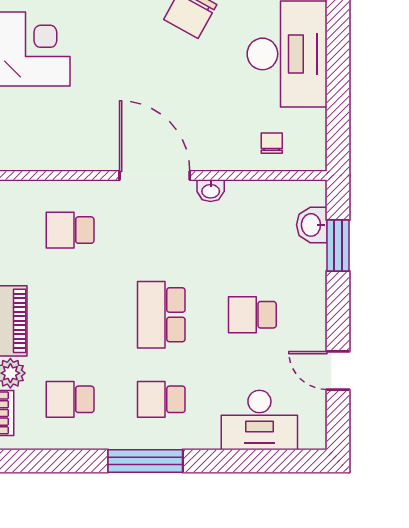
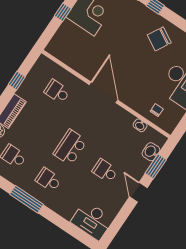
washbasin: (211, 191) -> (140, 125), moved
door: (338, 370) -> (138, 192), moved
desk: (259, 420) -> (92, 220), moved

